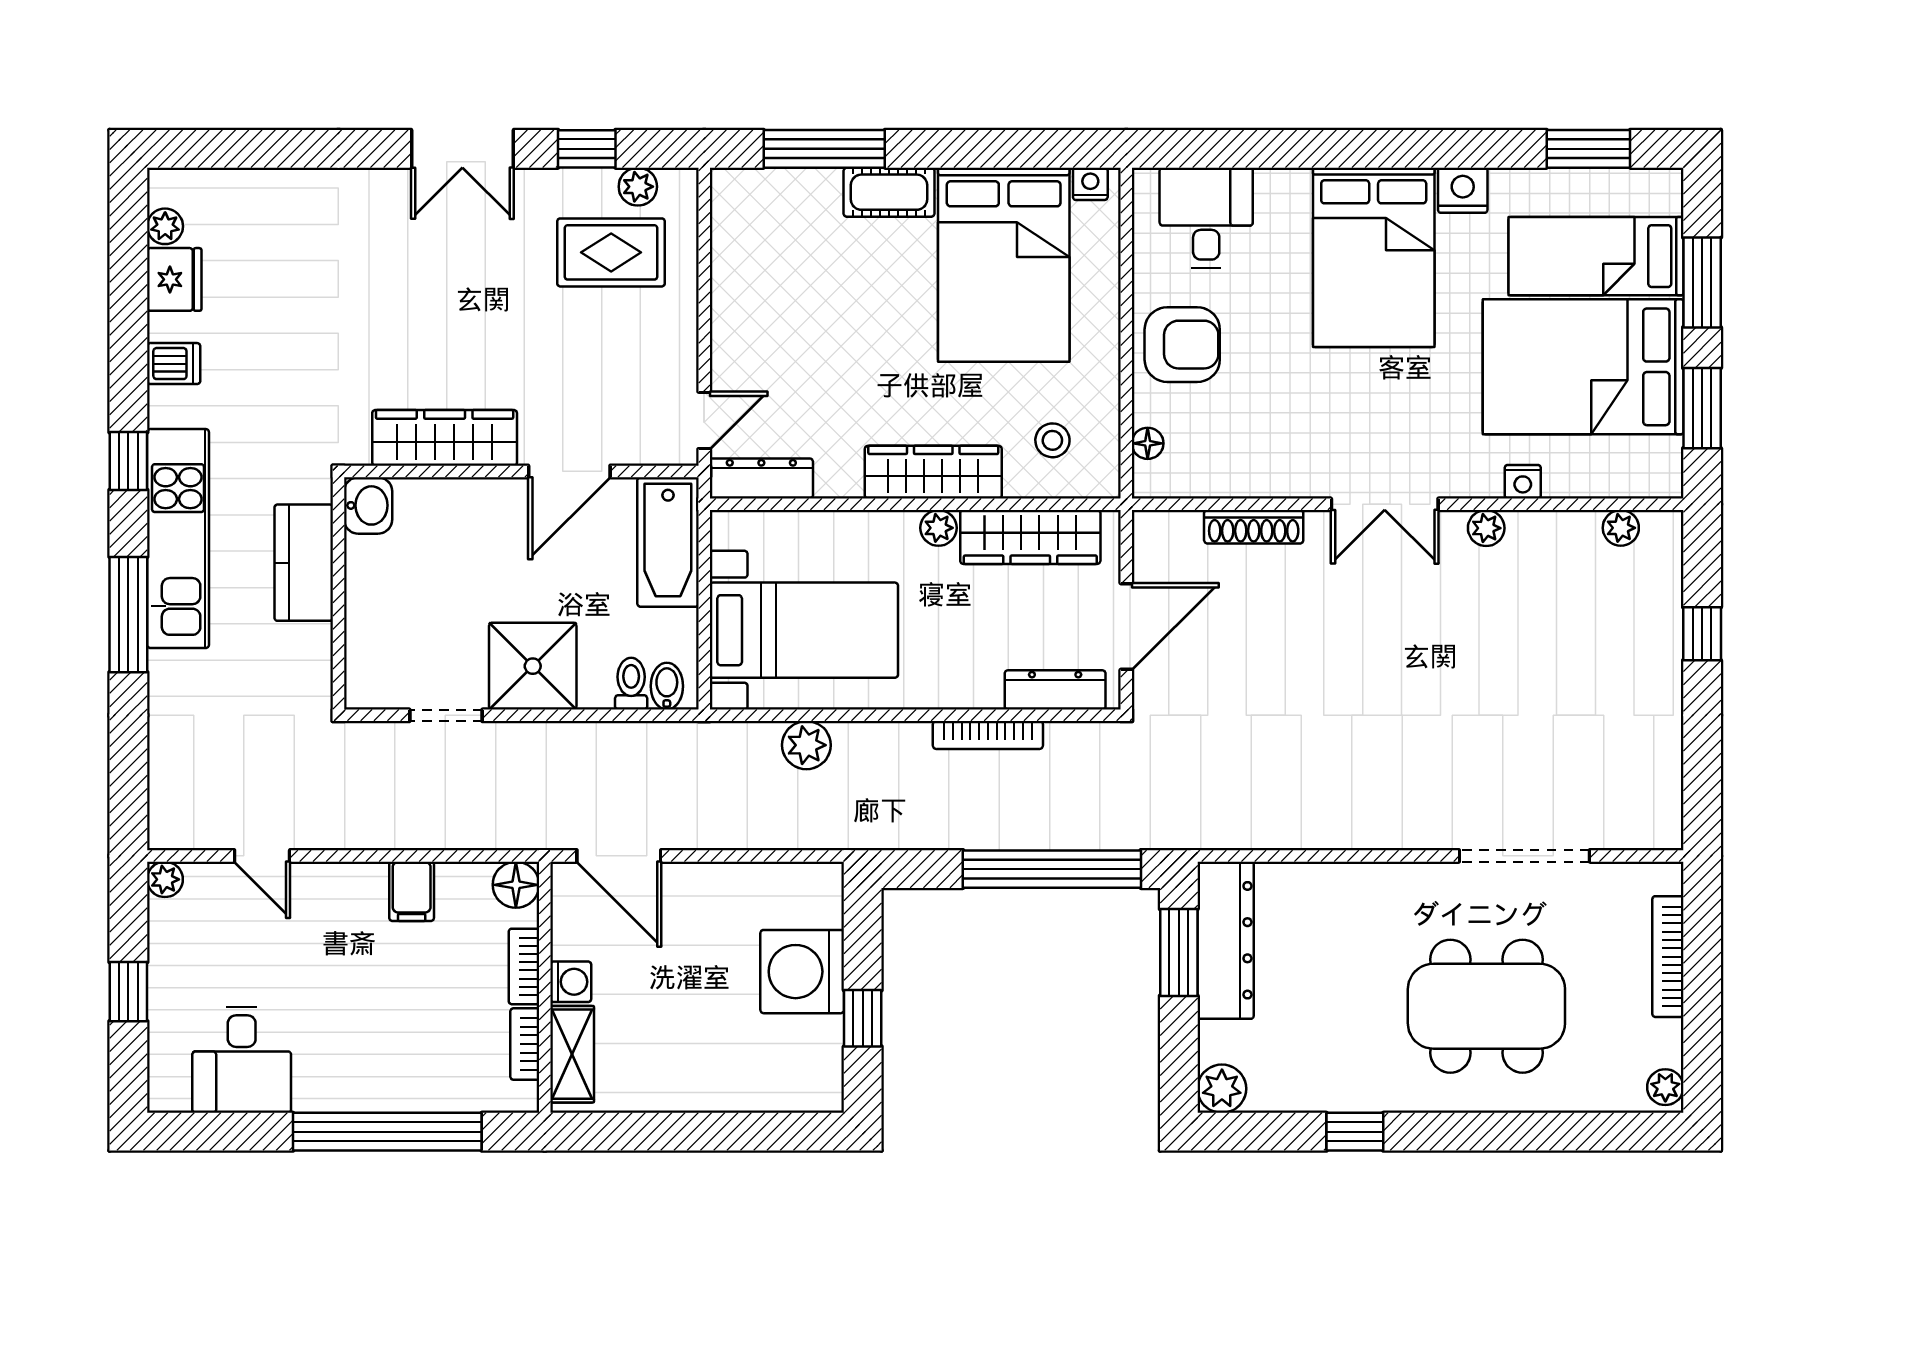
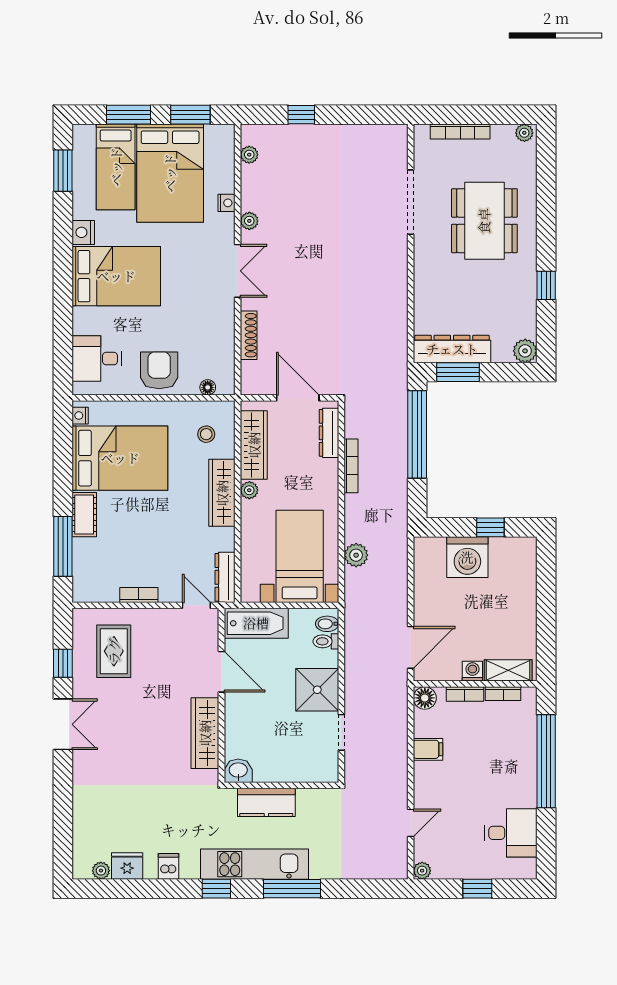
plant: (638, 187) -> (81, 638), removed
bookcase: (725, 303) -> (139, 595), added

